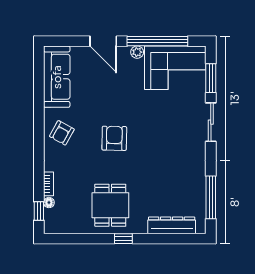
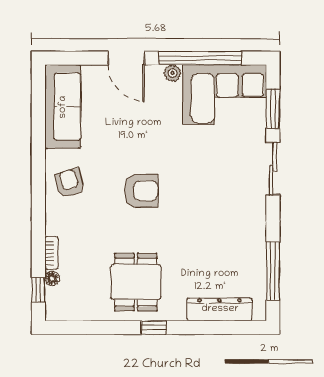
armchair: (62, 133) -> (70, 183), turned 136
armchair: (114, 138) -> (141, 191), turned 89

